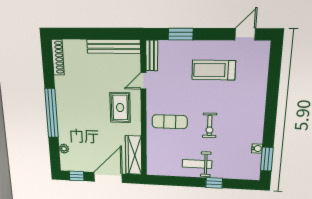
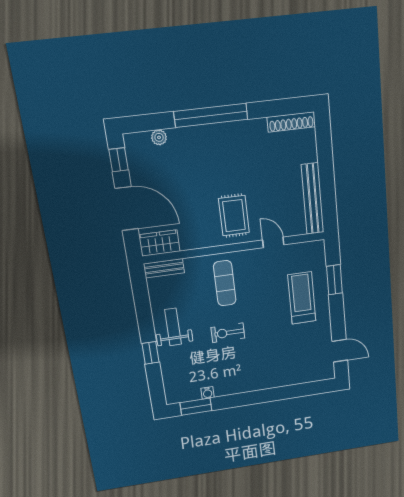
bench: (152, 55) -> (164, 268), moved
treadmill: (214, 70) -> (302, 298), moved
rug: (120, 108) -> (234, 216), turned 90
wardrobe: (134, 155) -> (159, 243), width x0.67

